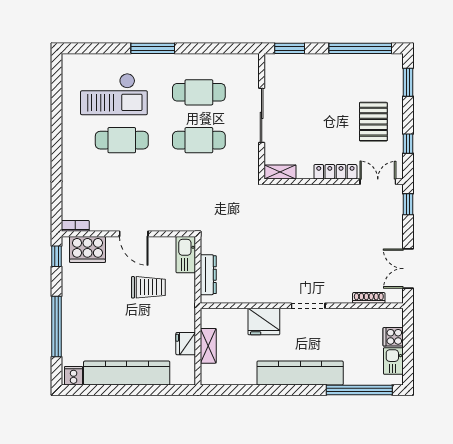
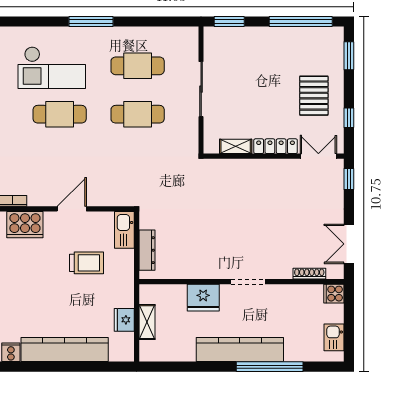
shelving: (280, 172) -> (236, 146), moved
door: (134, 234) -> (72, 209), swing flipped
cooker: (393, 337) -> (334, 294), moved
window: (359, 390) -> (270, 367), moved

